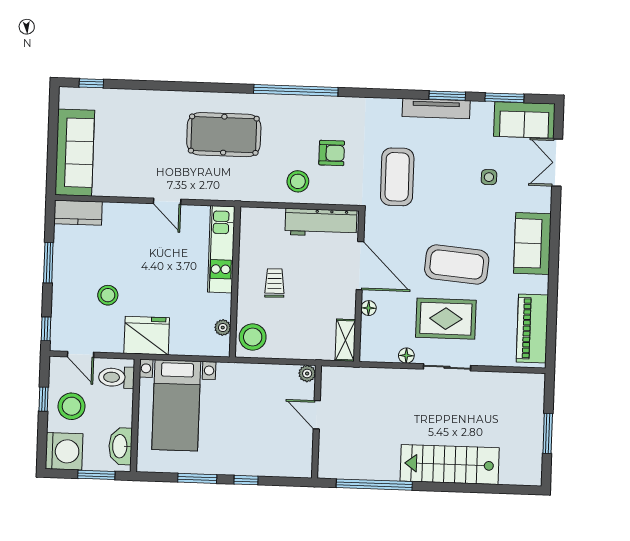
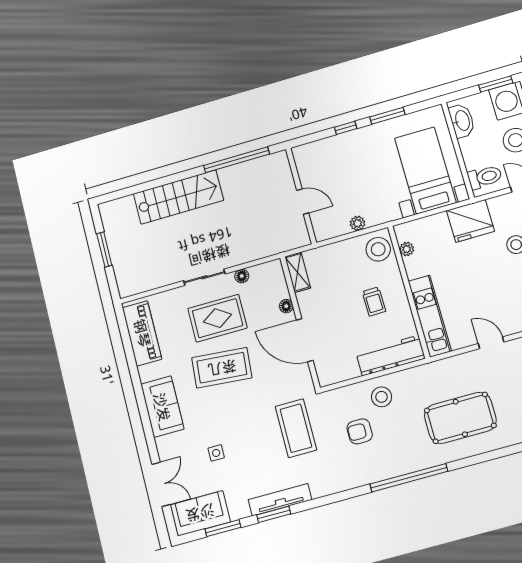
workbench: (321, 223) -> (391, 356), moved
plant: (307, 373) -> (357, 223), moved
window: (96, 475) -> (496, 84), moved

